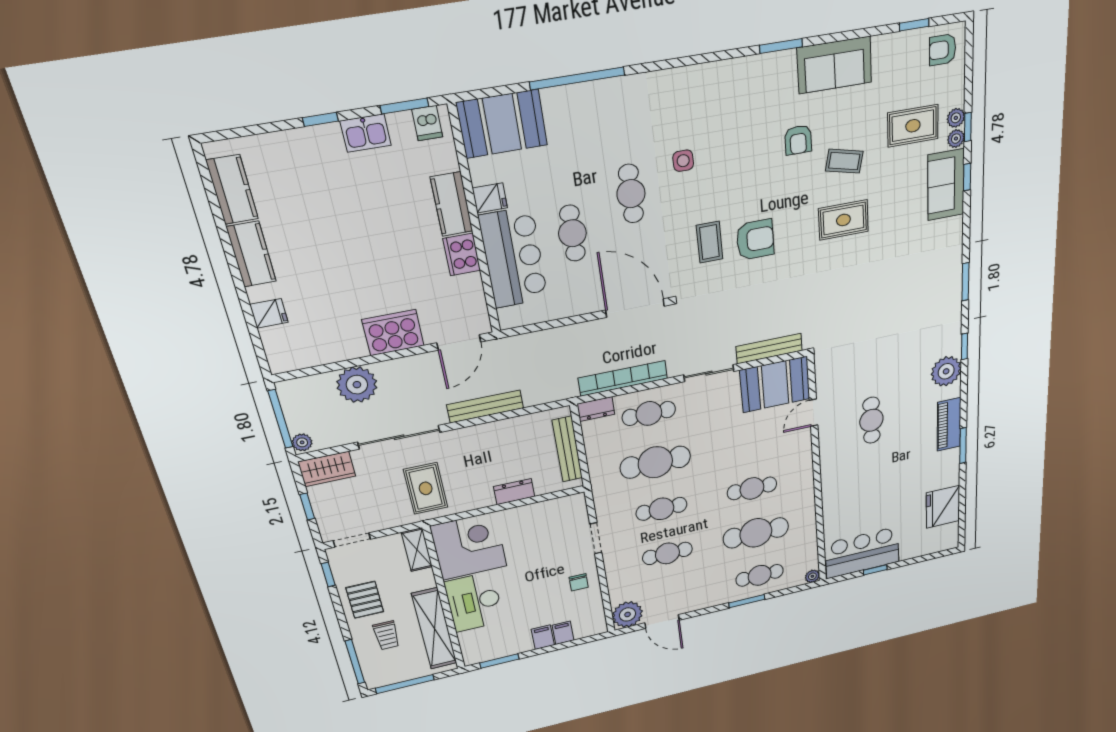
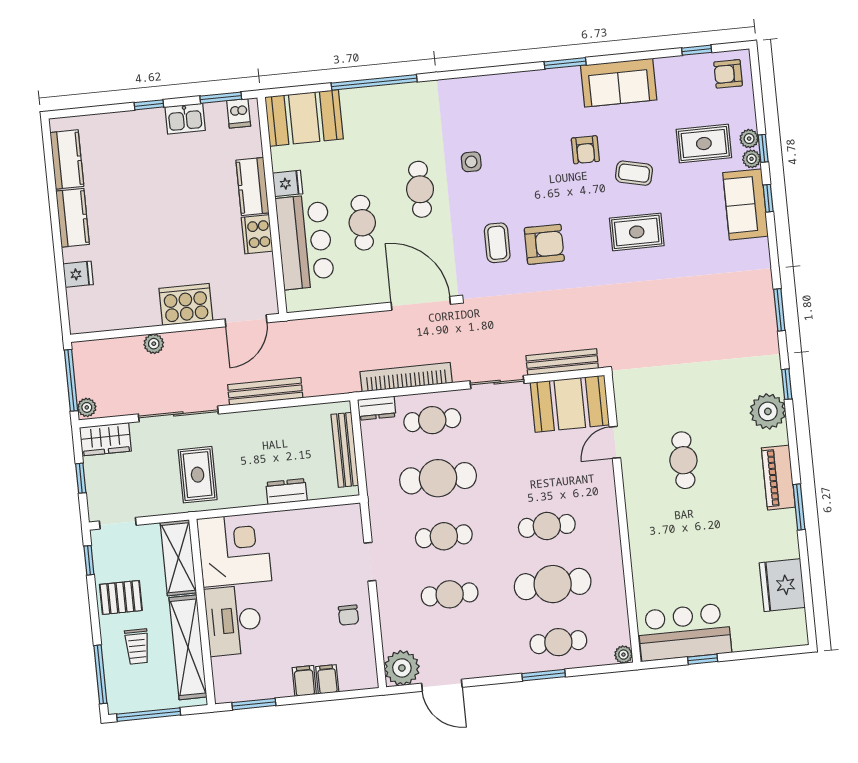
plant: (357, 385) -> (154, 344), width x0.53, depth x0.53
shelving: (417, 550) -> (178, 558), width x1.50, depth x1.33
pallet: (365, 600) -> (121, 597), turned 90

